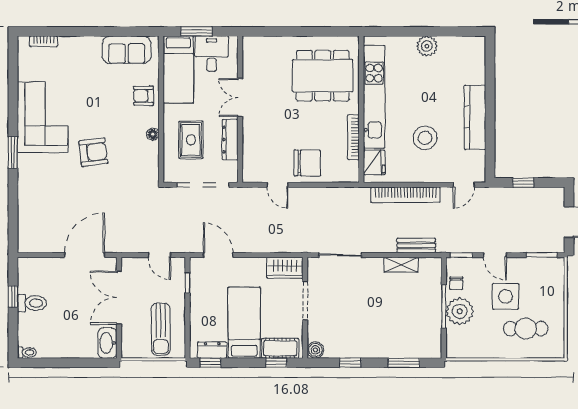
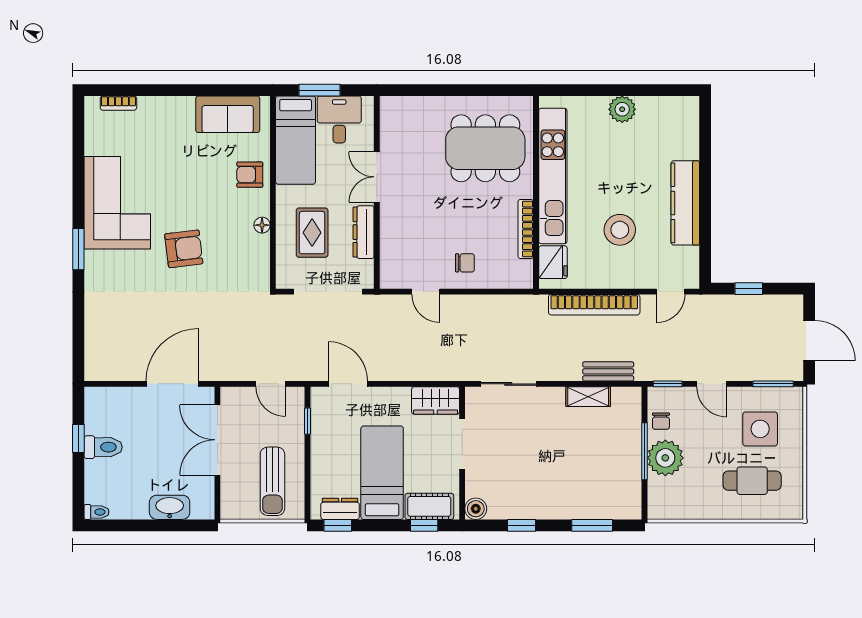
chair: (307, 163) -> (465, 263), width x0.54, depth x0.54
side table: (506, 296) -> (760, 429), moved
washbasin: (107, 343) -> (170, 507), moved, turned 90

